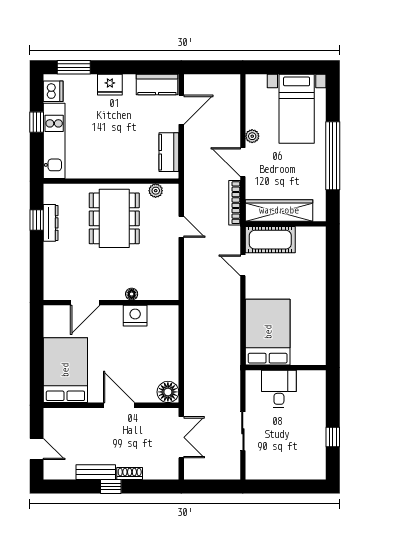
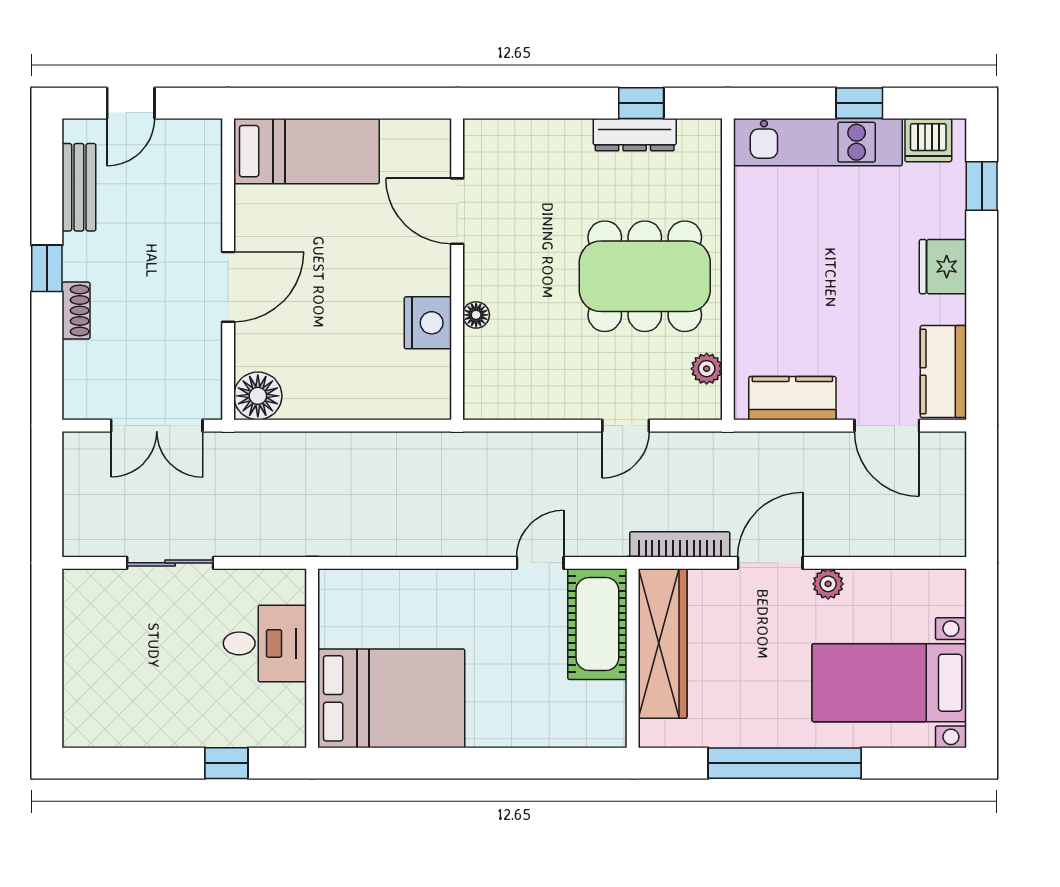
window: (74, 67) -> (982, 186), width x0.67
bed: (268, 332) -> (391, 698), moved
bed: (65, 370) -> (307, 151), width x0.67
window: (333, 437) -> (226, 763), moved
bench: (96, 472) -> (79, 187), moved

